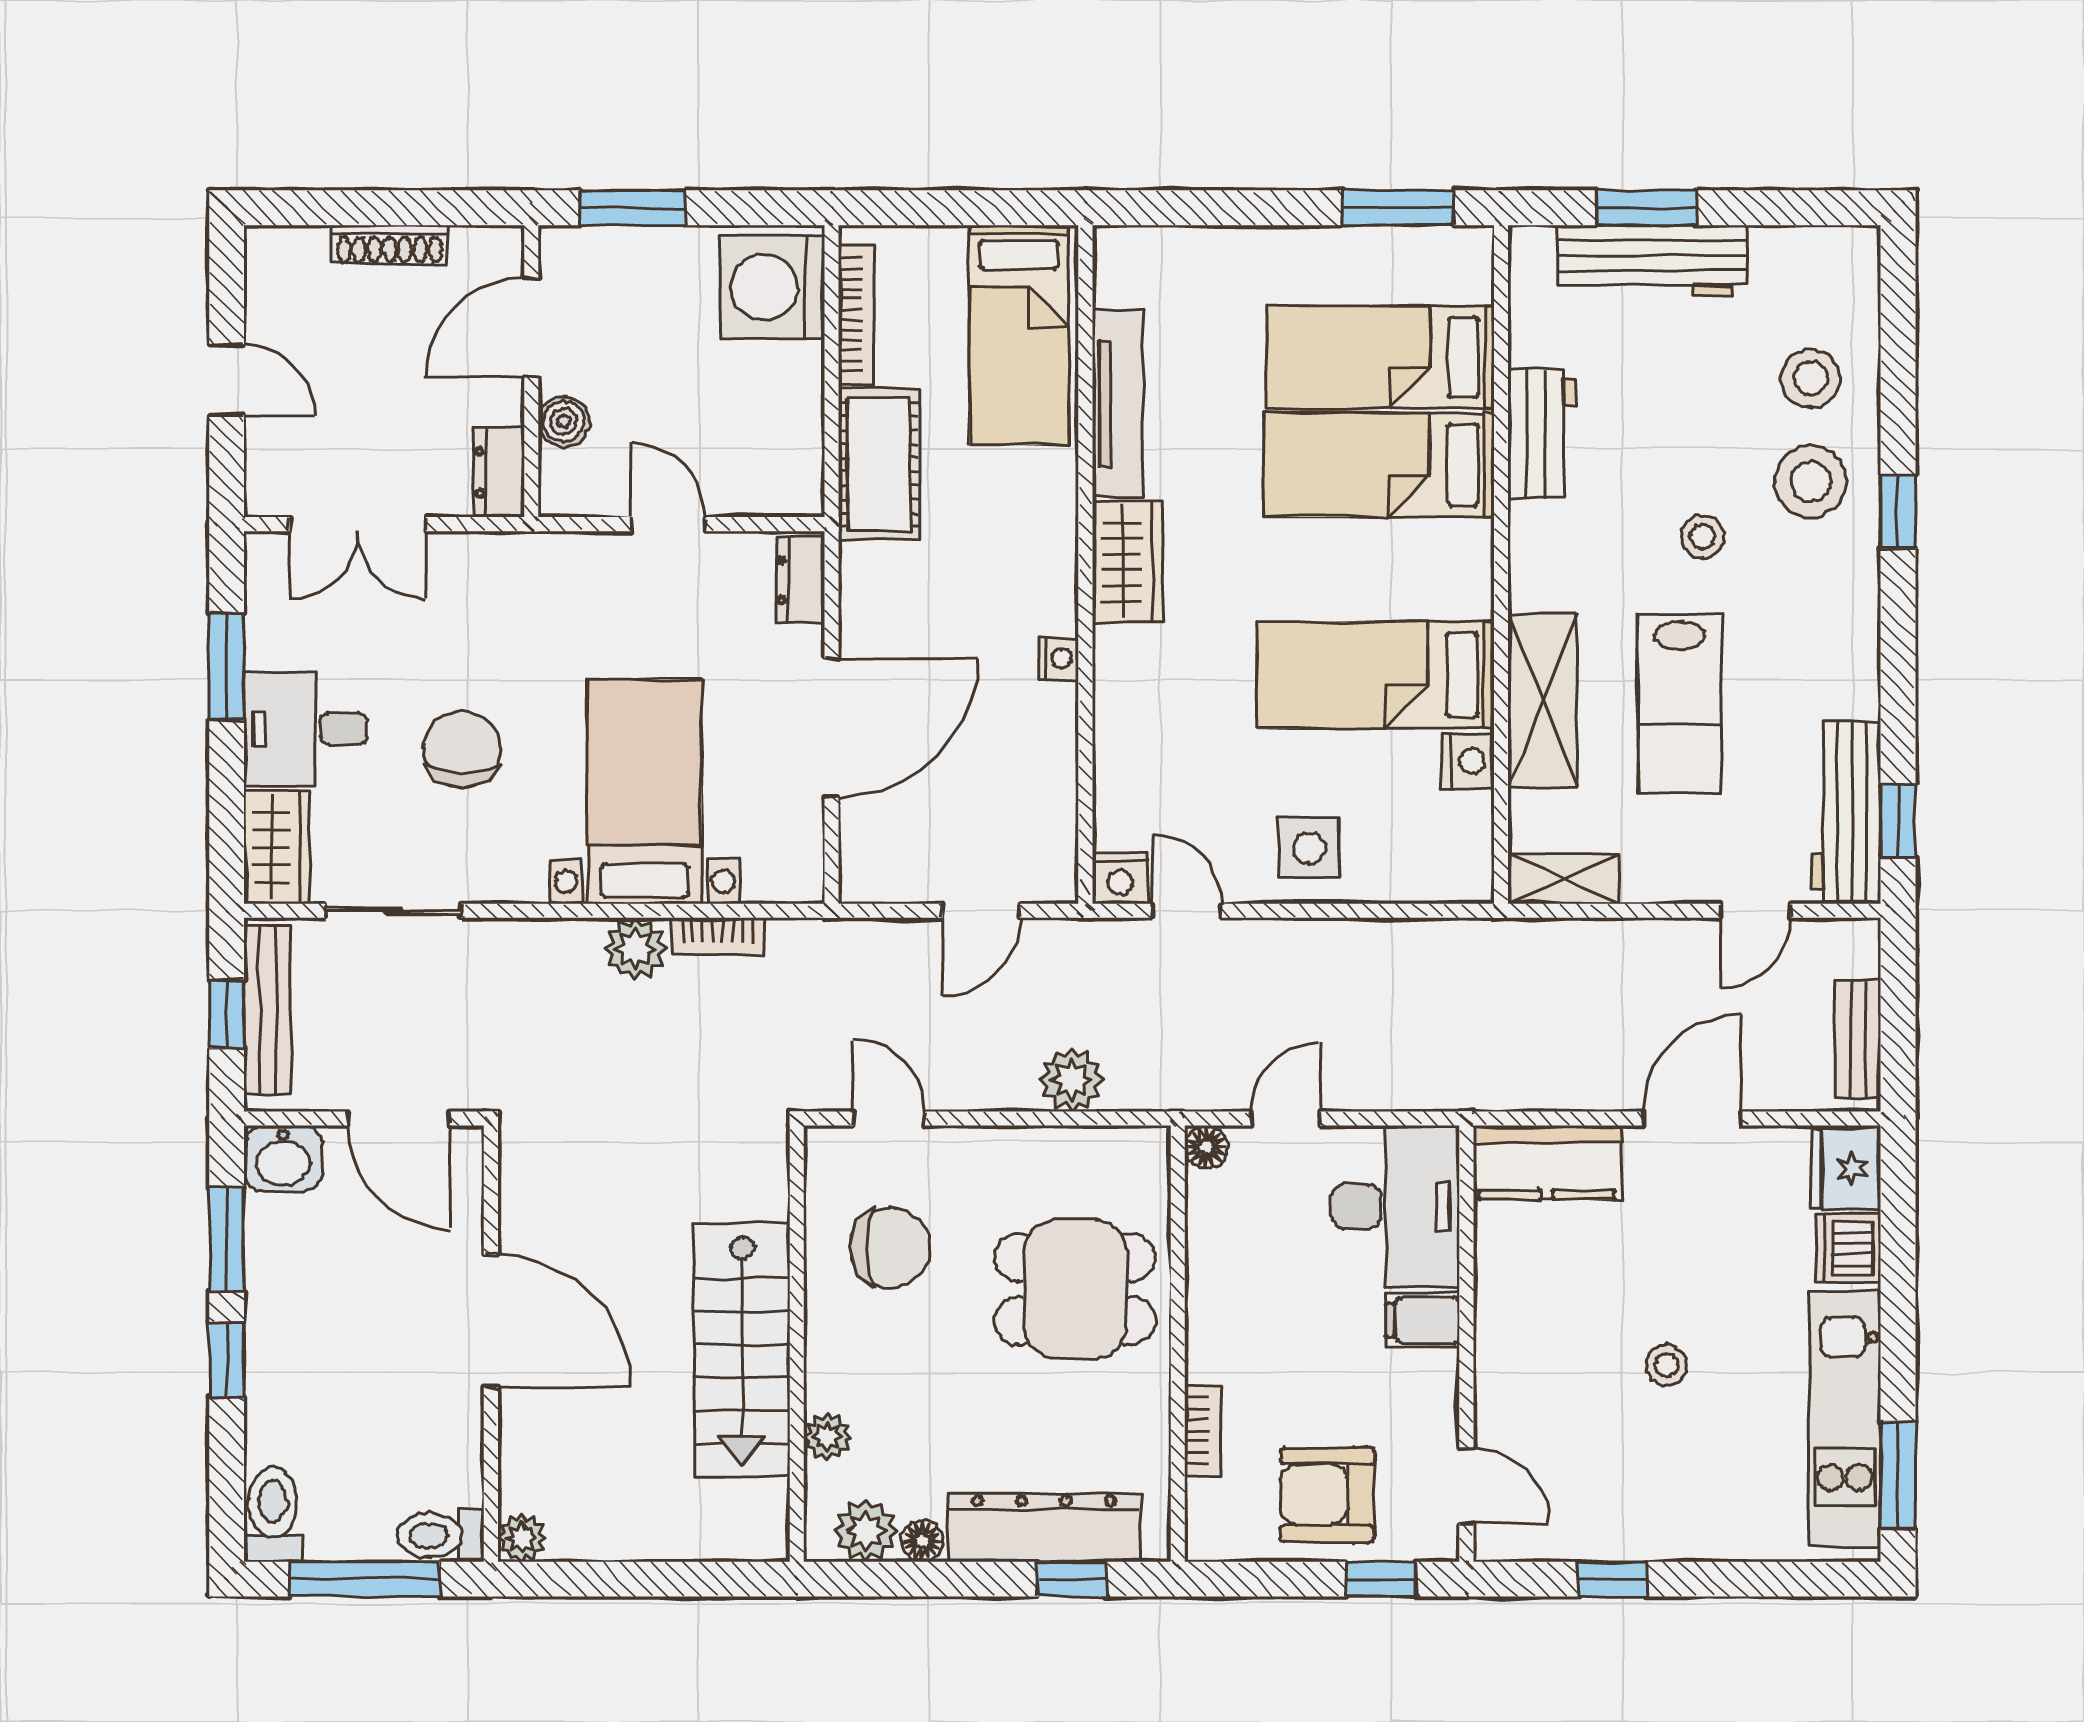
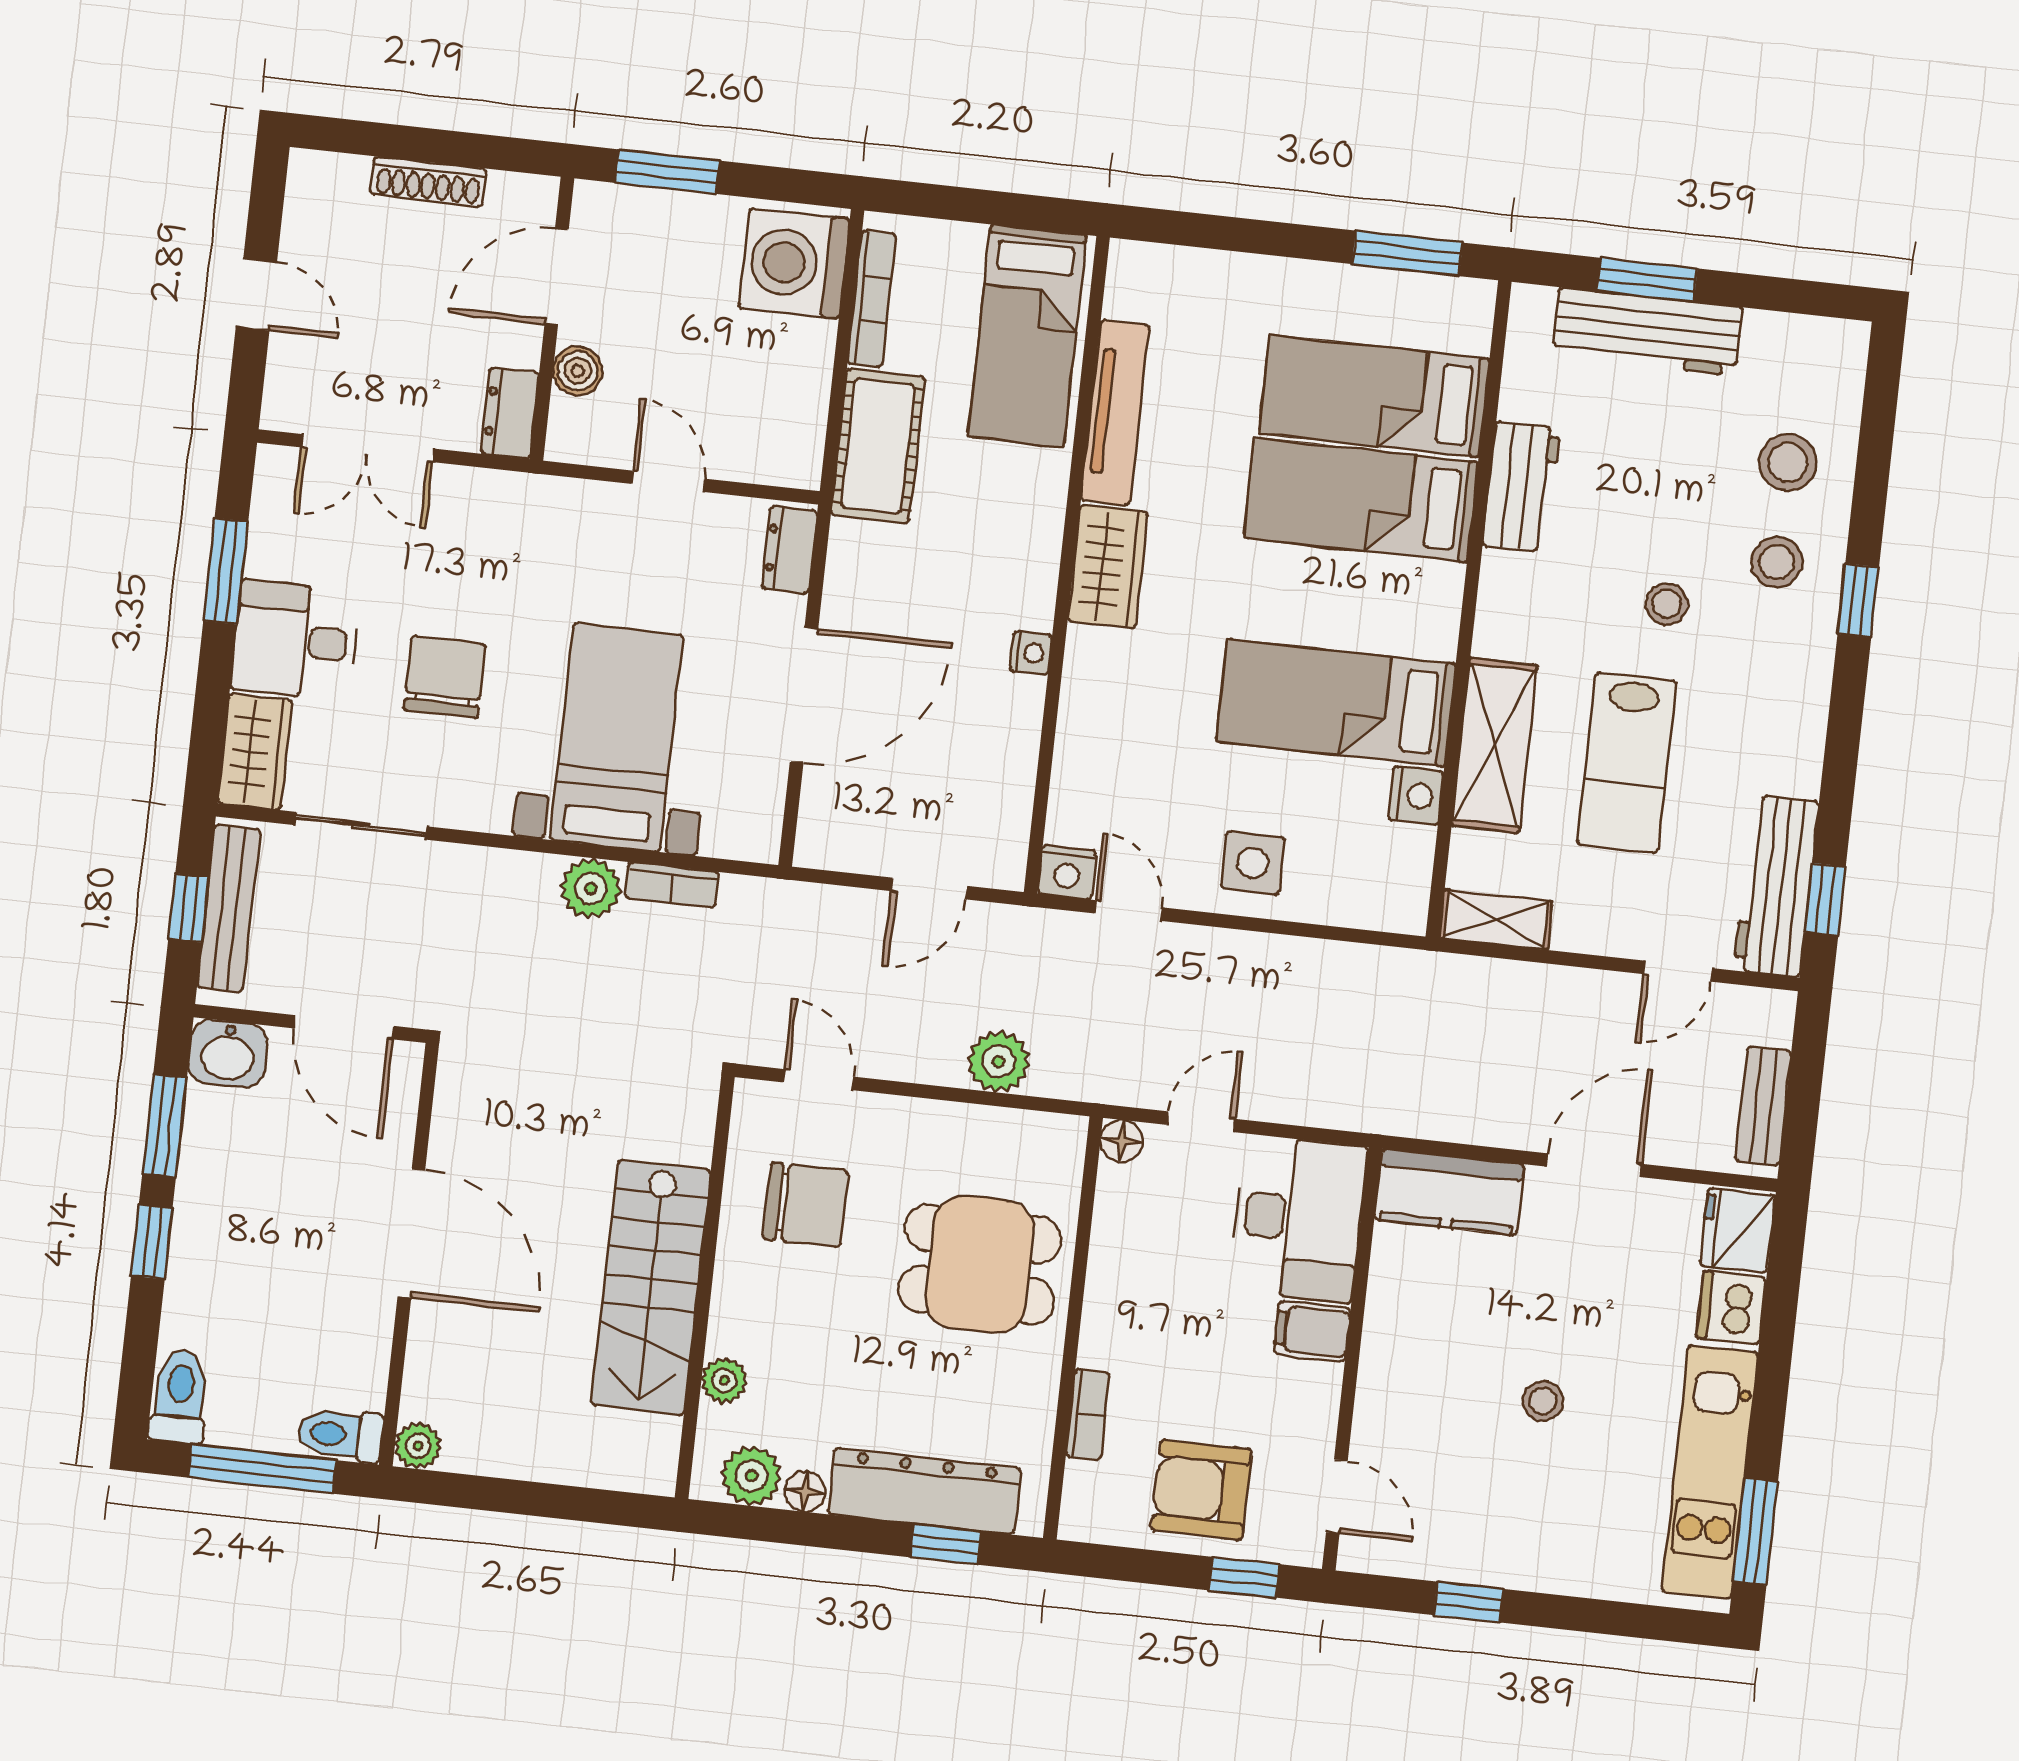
stool: (1811, 482) -> (1777, 562), width x0.73, depth x0.73

